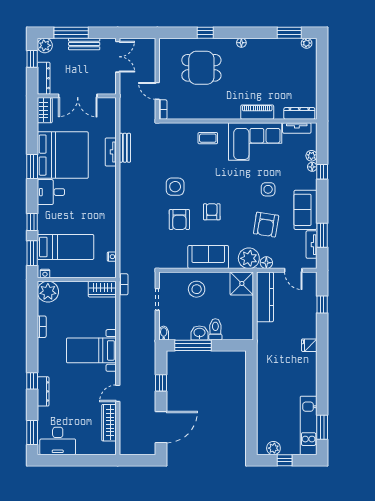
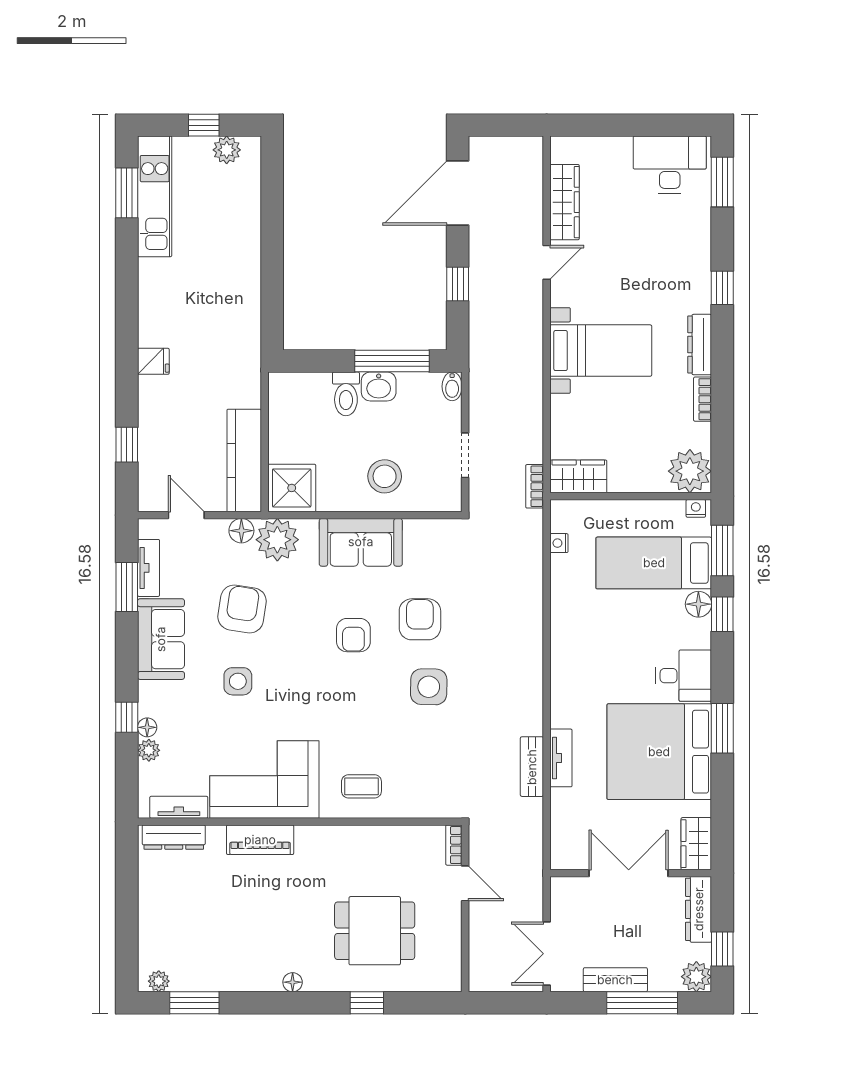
floor lamp: (44, 227) -> (698, 604), added
dresser: (43, 391) -> (700, 345), moved

